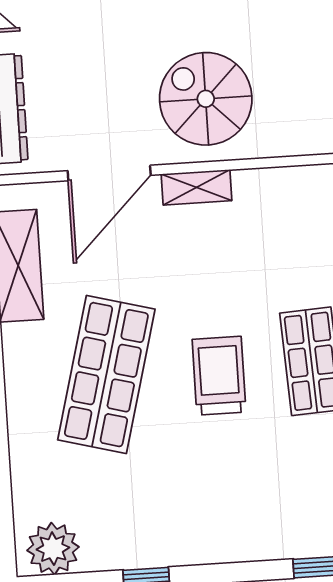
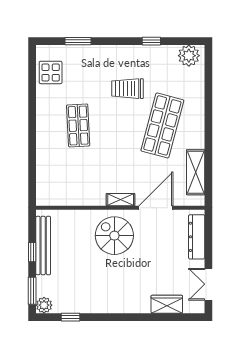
spiral stairs: (206, 99) -> (114, 236), turned 180
trolley: (219, 376) -> (128, 89), moved, turned 90

